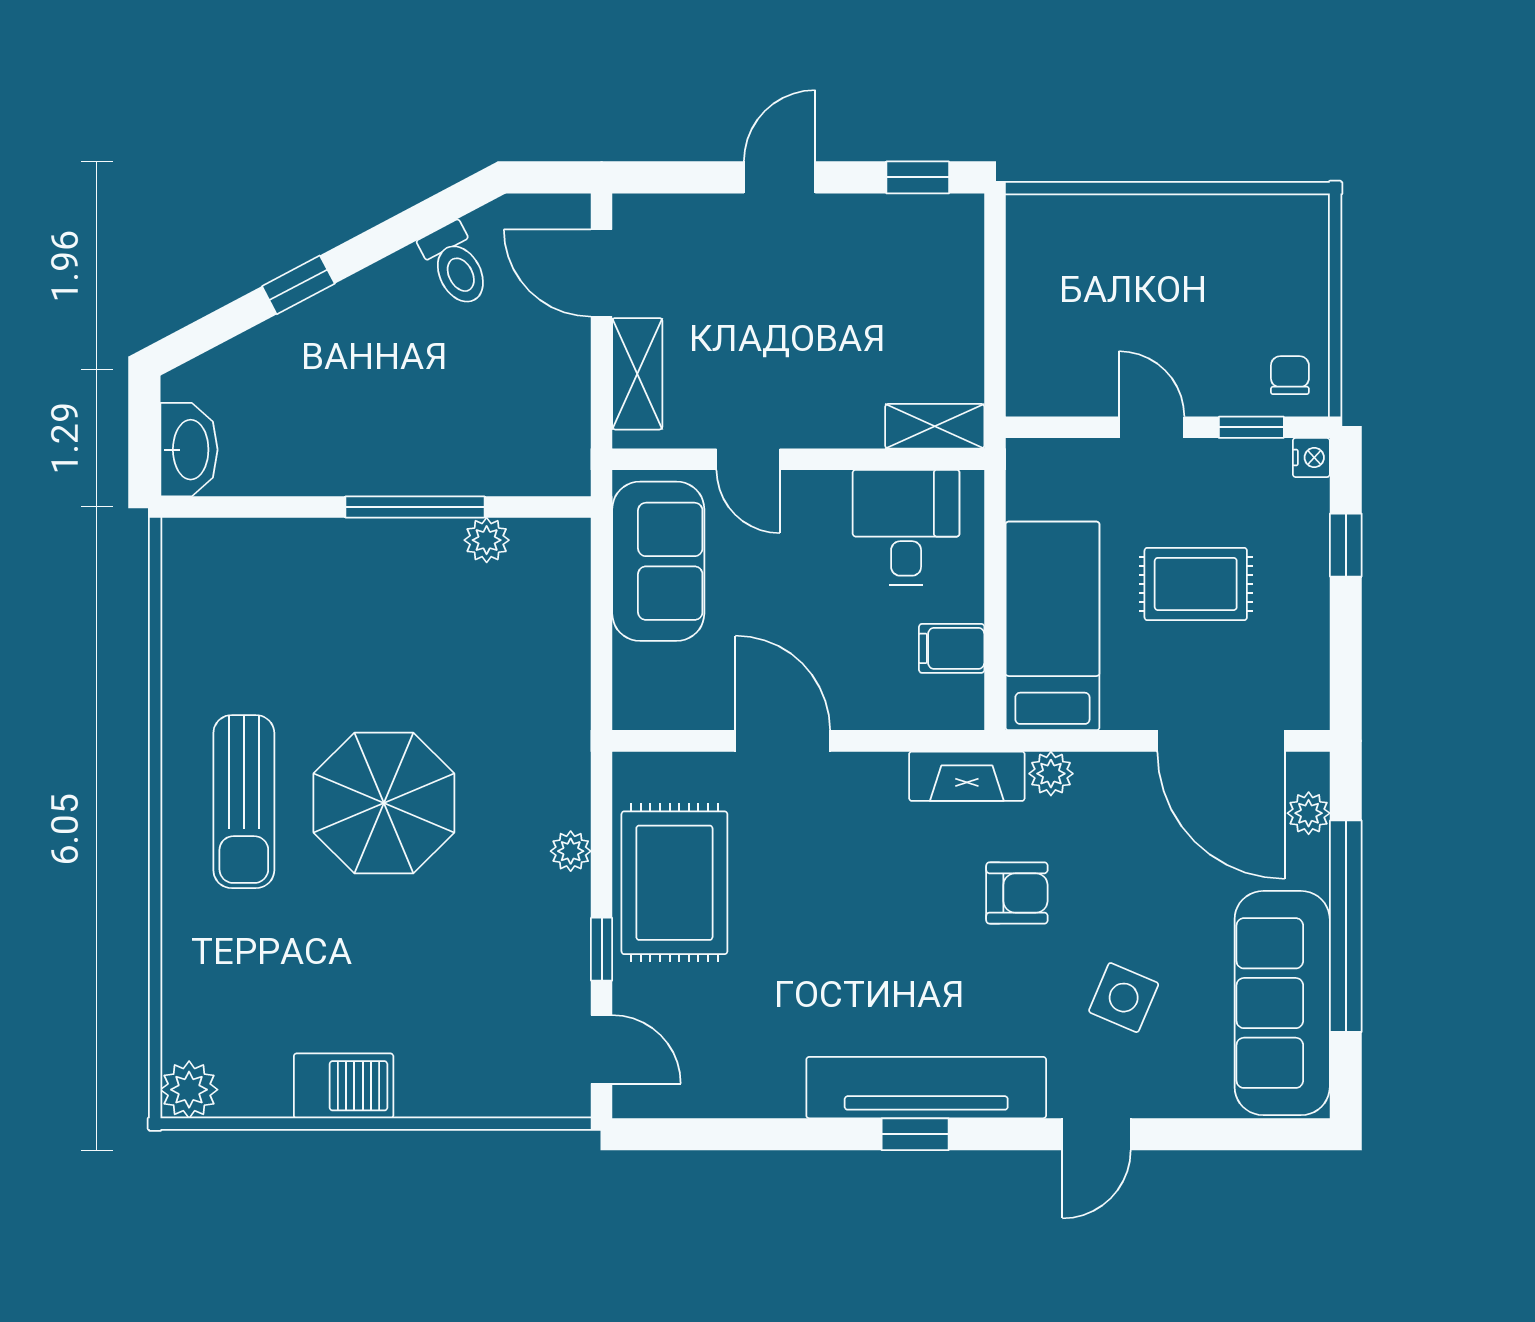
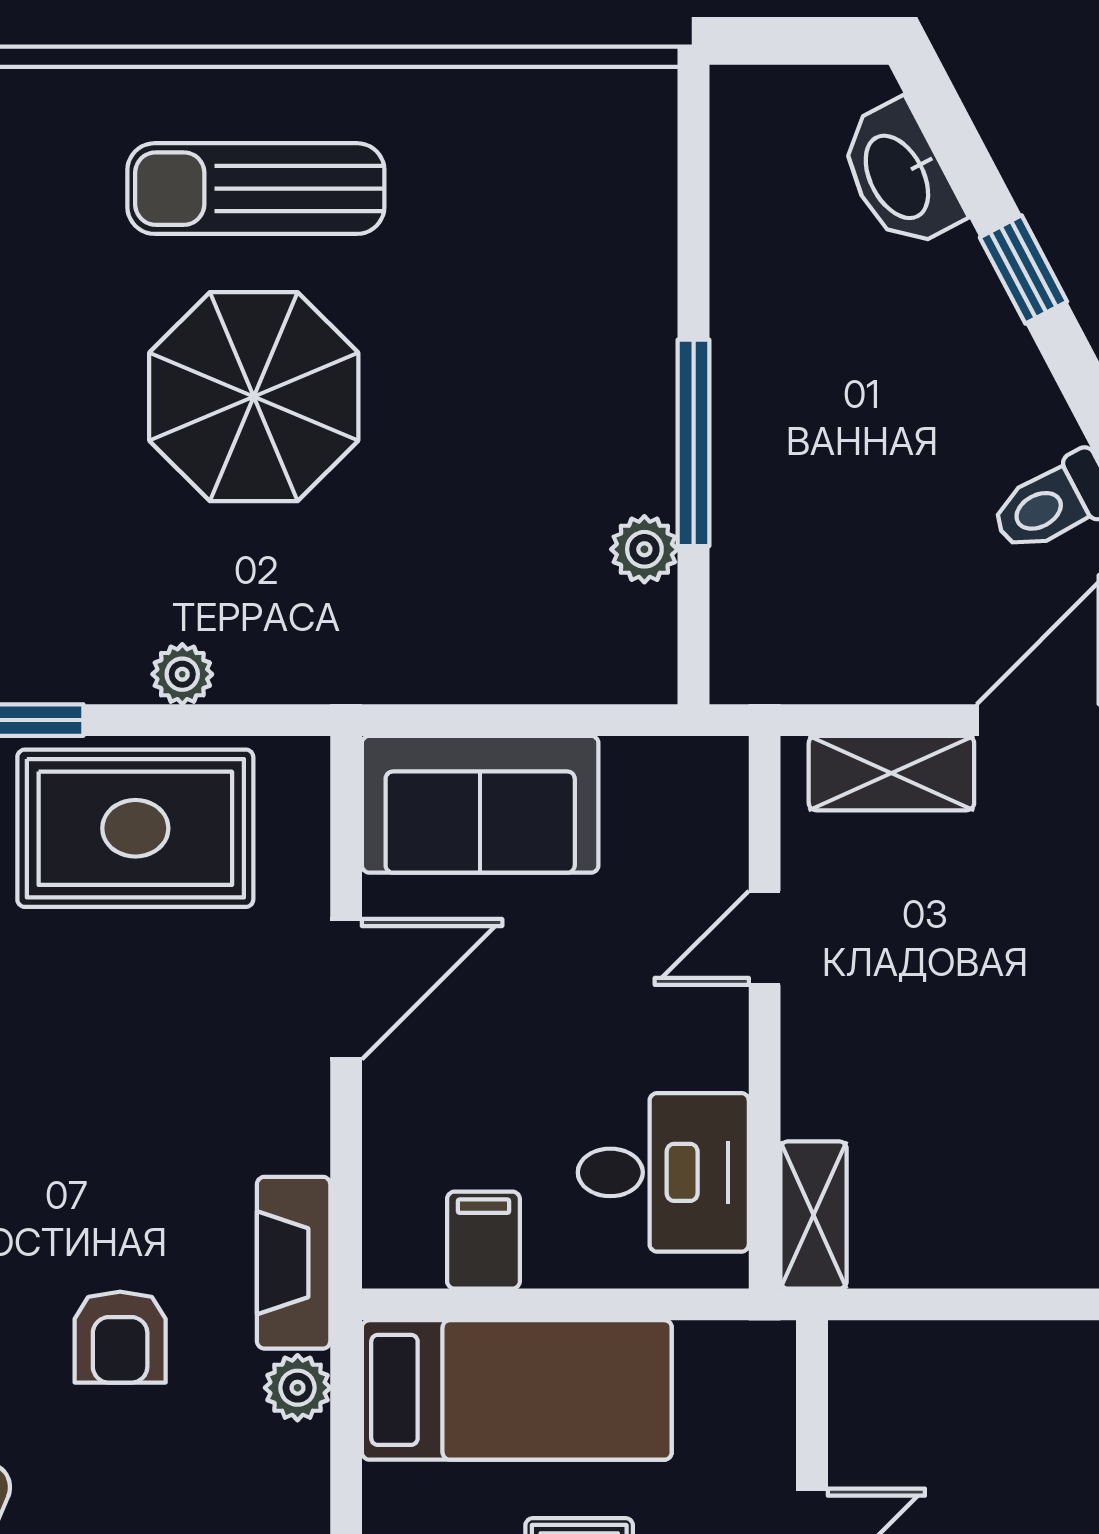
washbasin: (189, 450) -> (899, 176), moved, turned 62
sofa: (658, 561) -> (480, 804), moved

